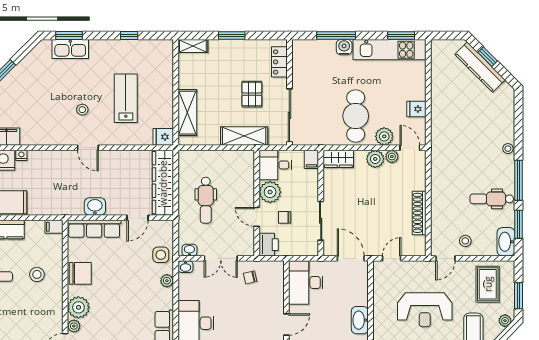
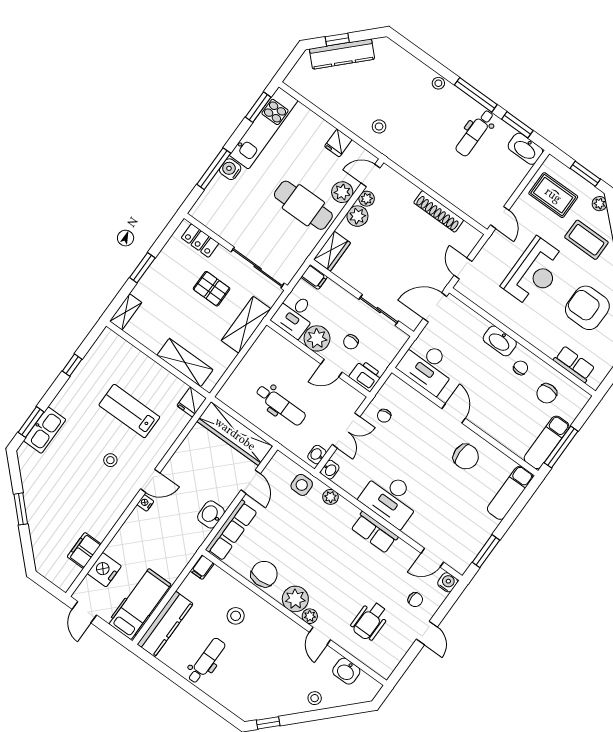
nightstand: (21, 155) -> (145, 503), moved
stool: (465, 241) -> (379, 126), moved

